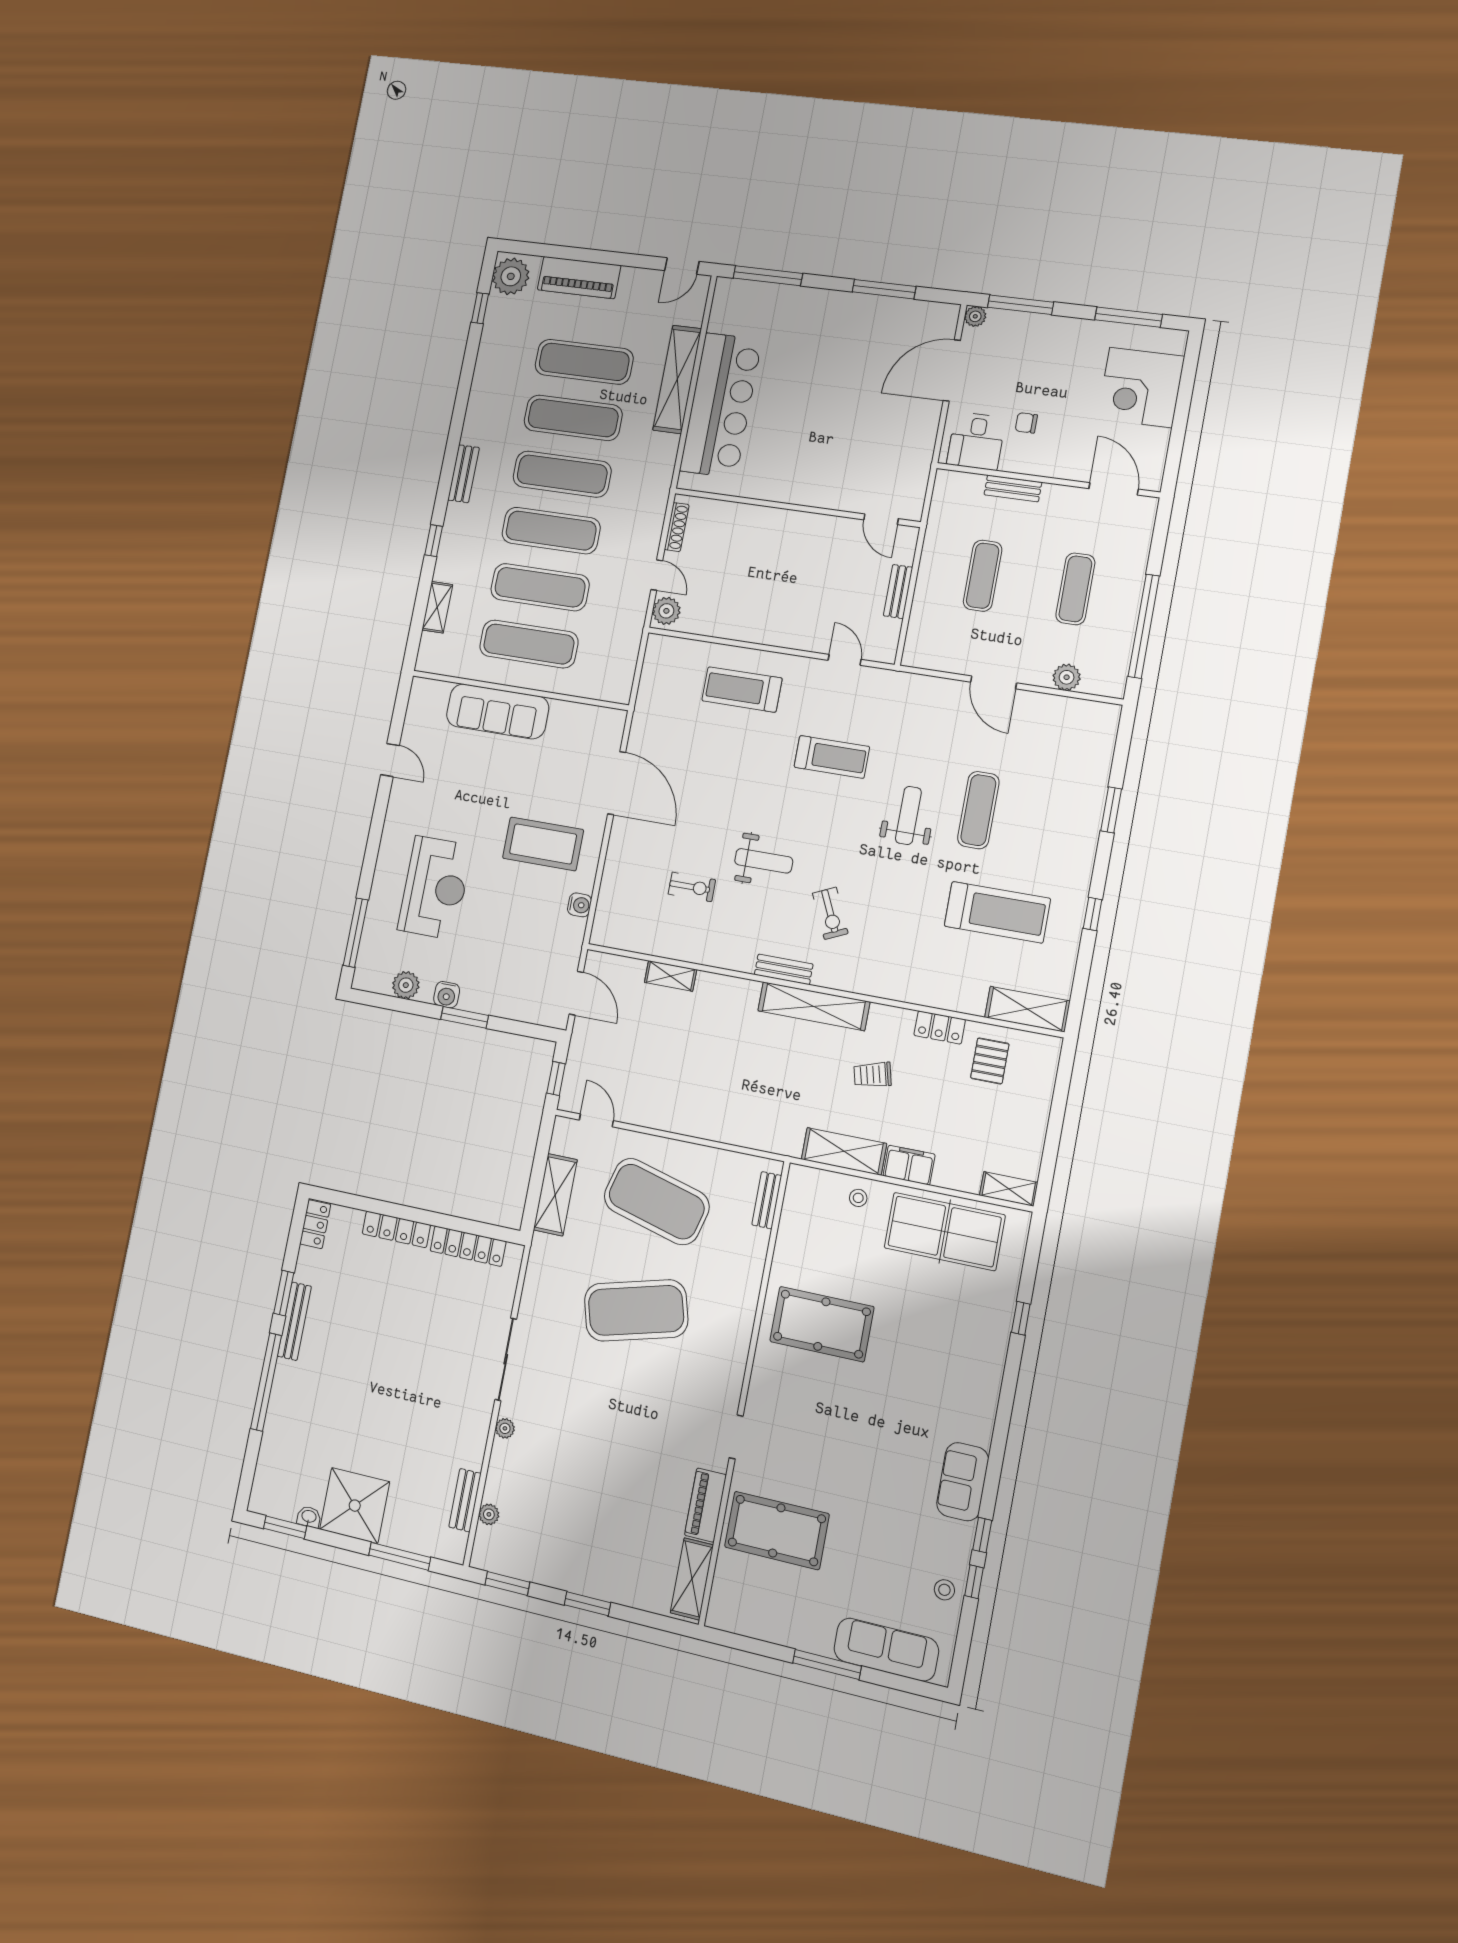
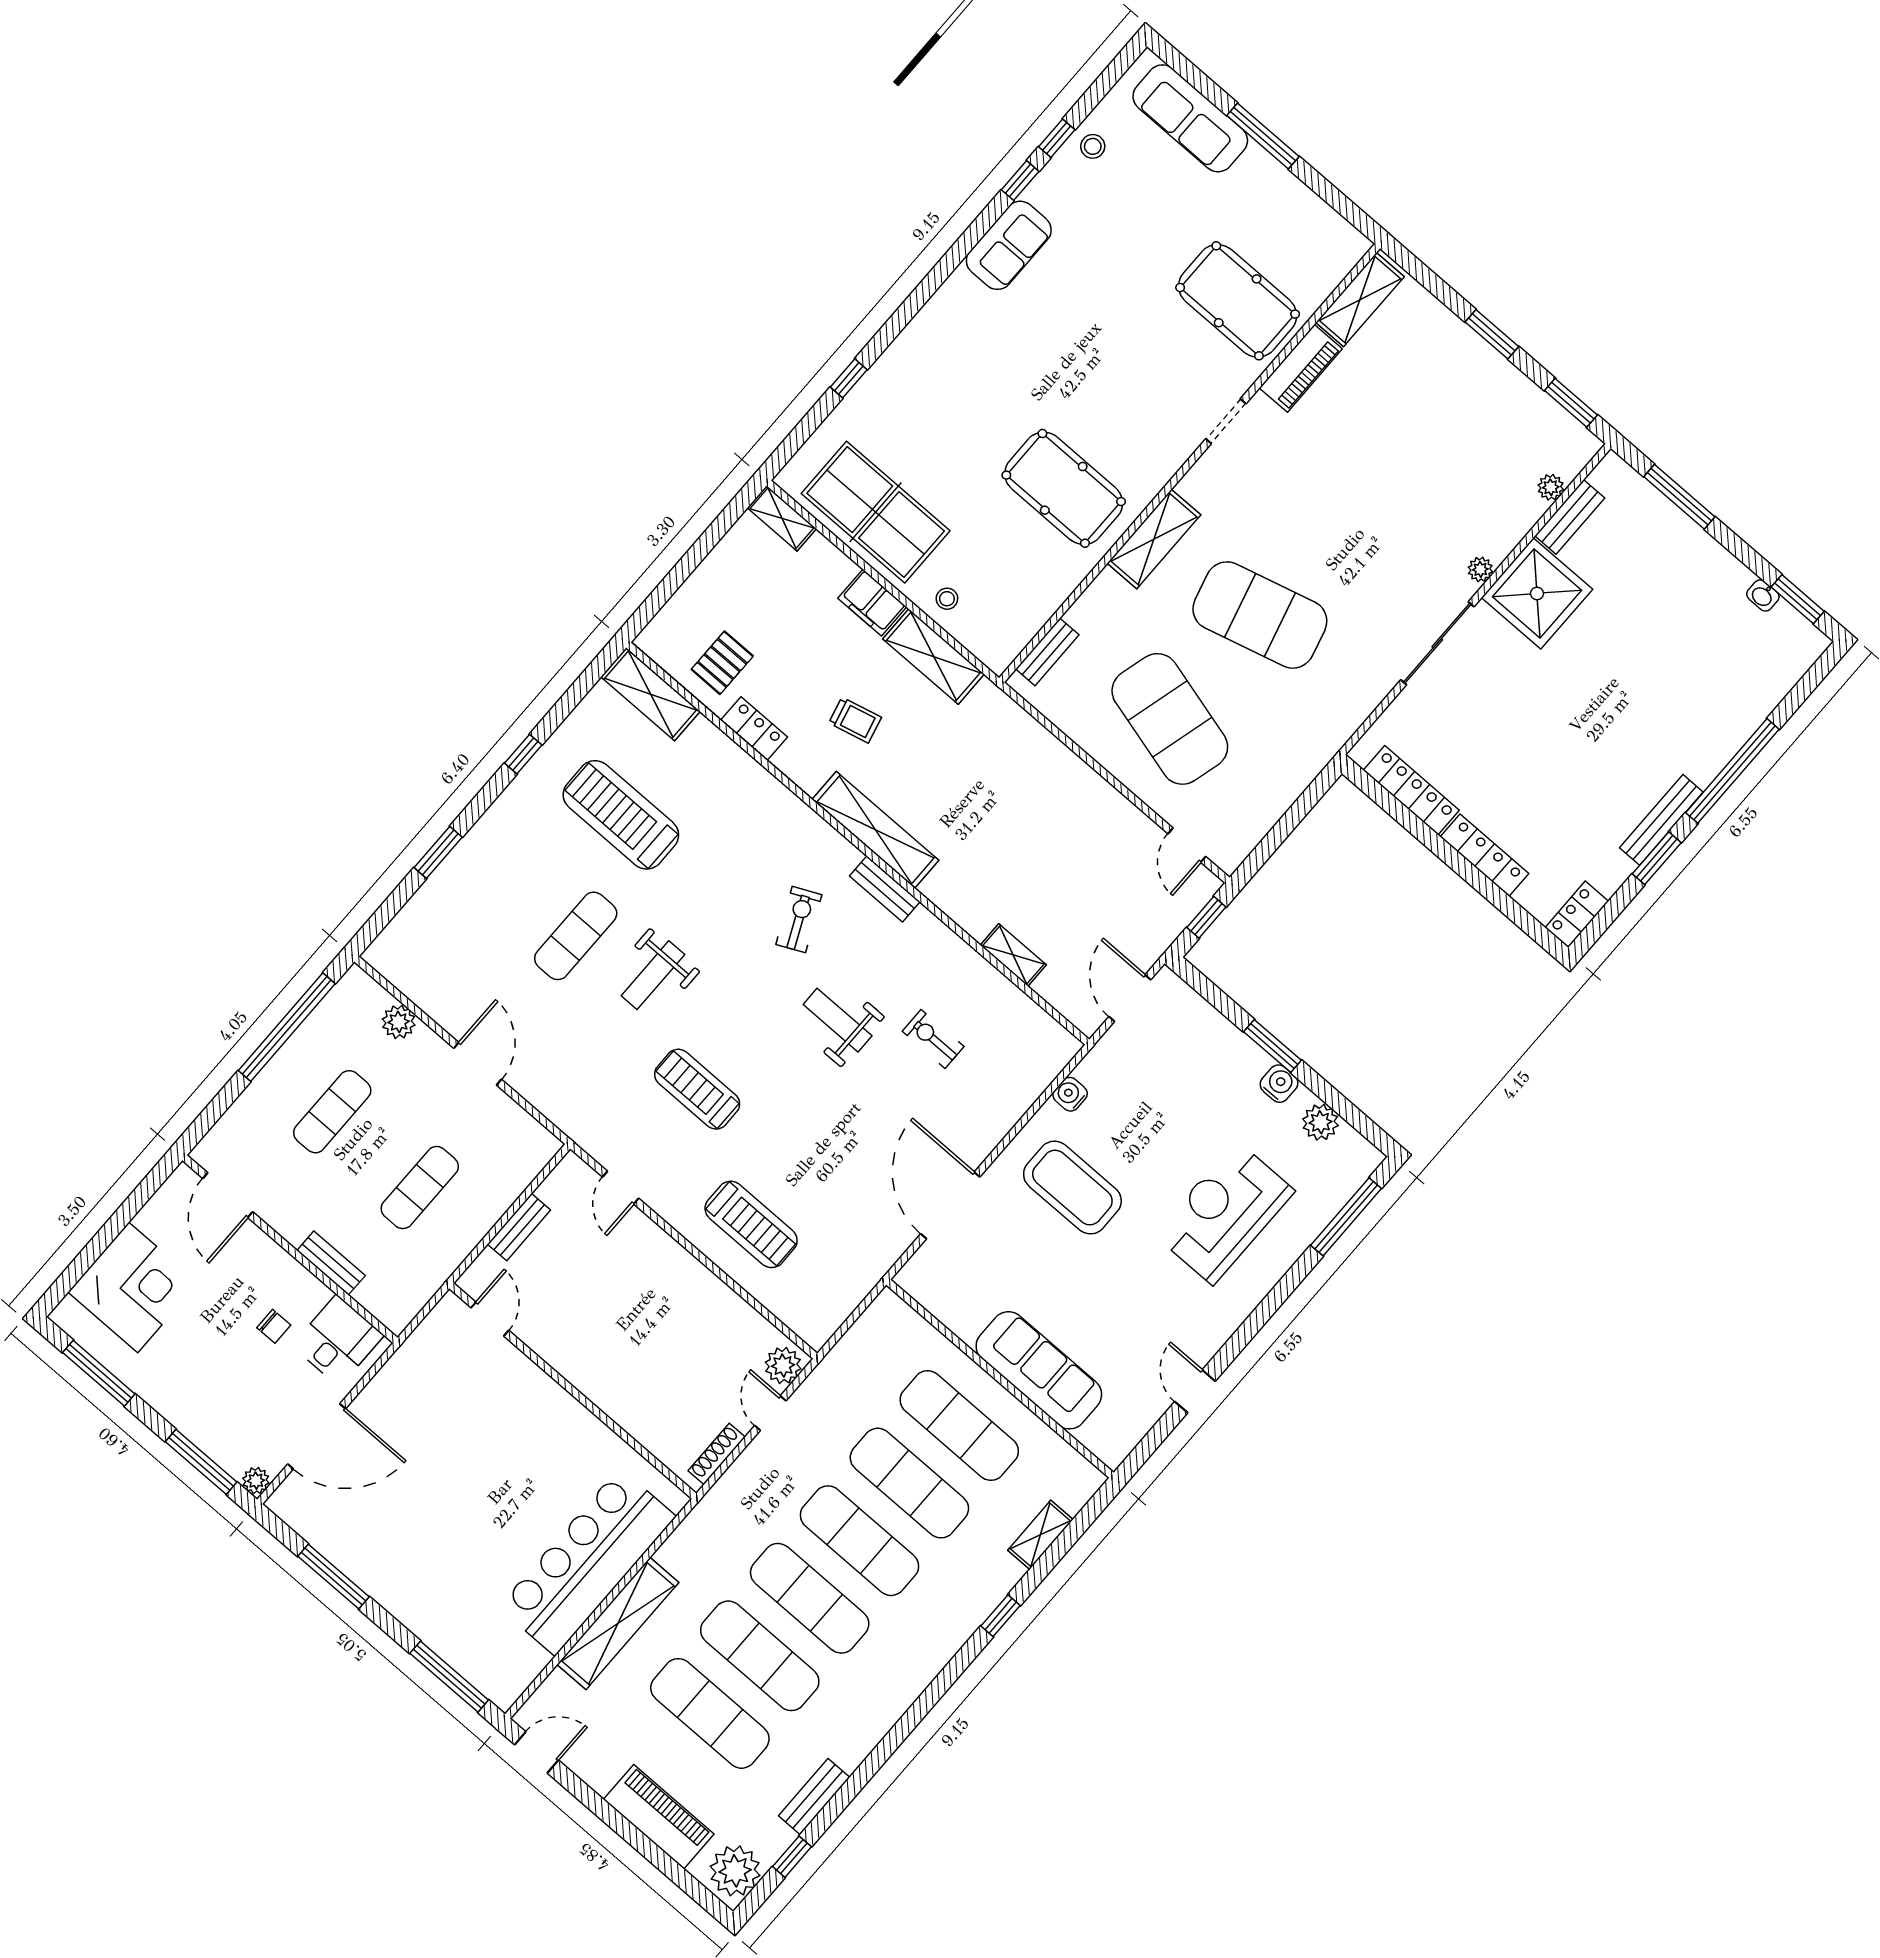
bench: (464, 474) -> (814, 1797), moved
shelving: (555, 1195) -> (1154, 539), moved
shower: (355, 1506) -> (1537, 593), moved

